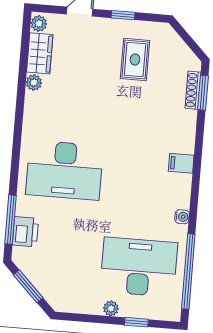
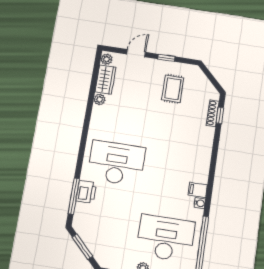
window: (203, 93) -> (220, 115), width x0.67
filing cabinet: (181, 163) -> (198, 190), moved
desk: (64, 170) -> (116, 163), turned 180
printer: (25, 232) -> (86, 192), moved

